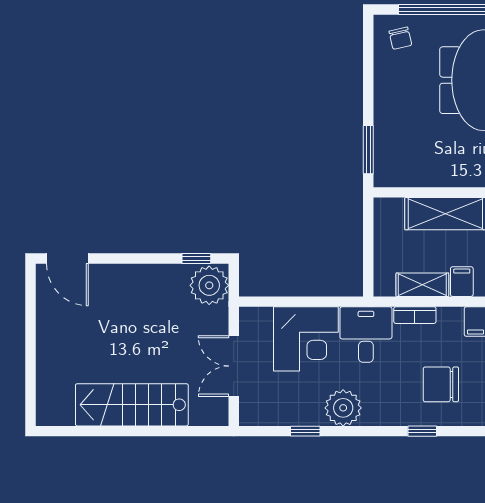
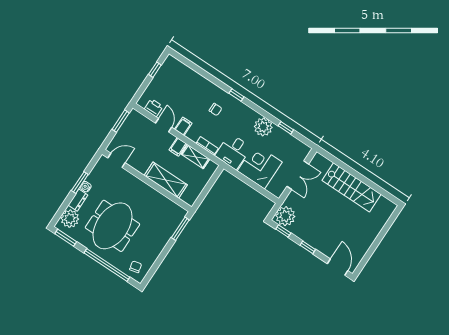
window: (138, 258) -> (308, 247), added
chair: (441, 384) -> (215, 109), width x0.54, depth x0.54

